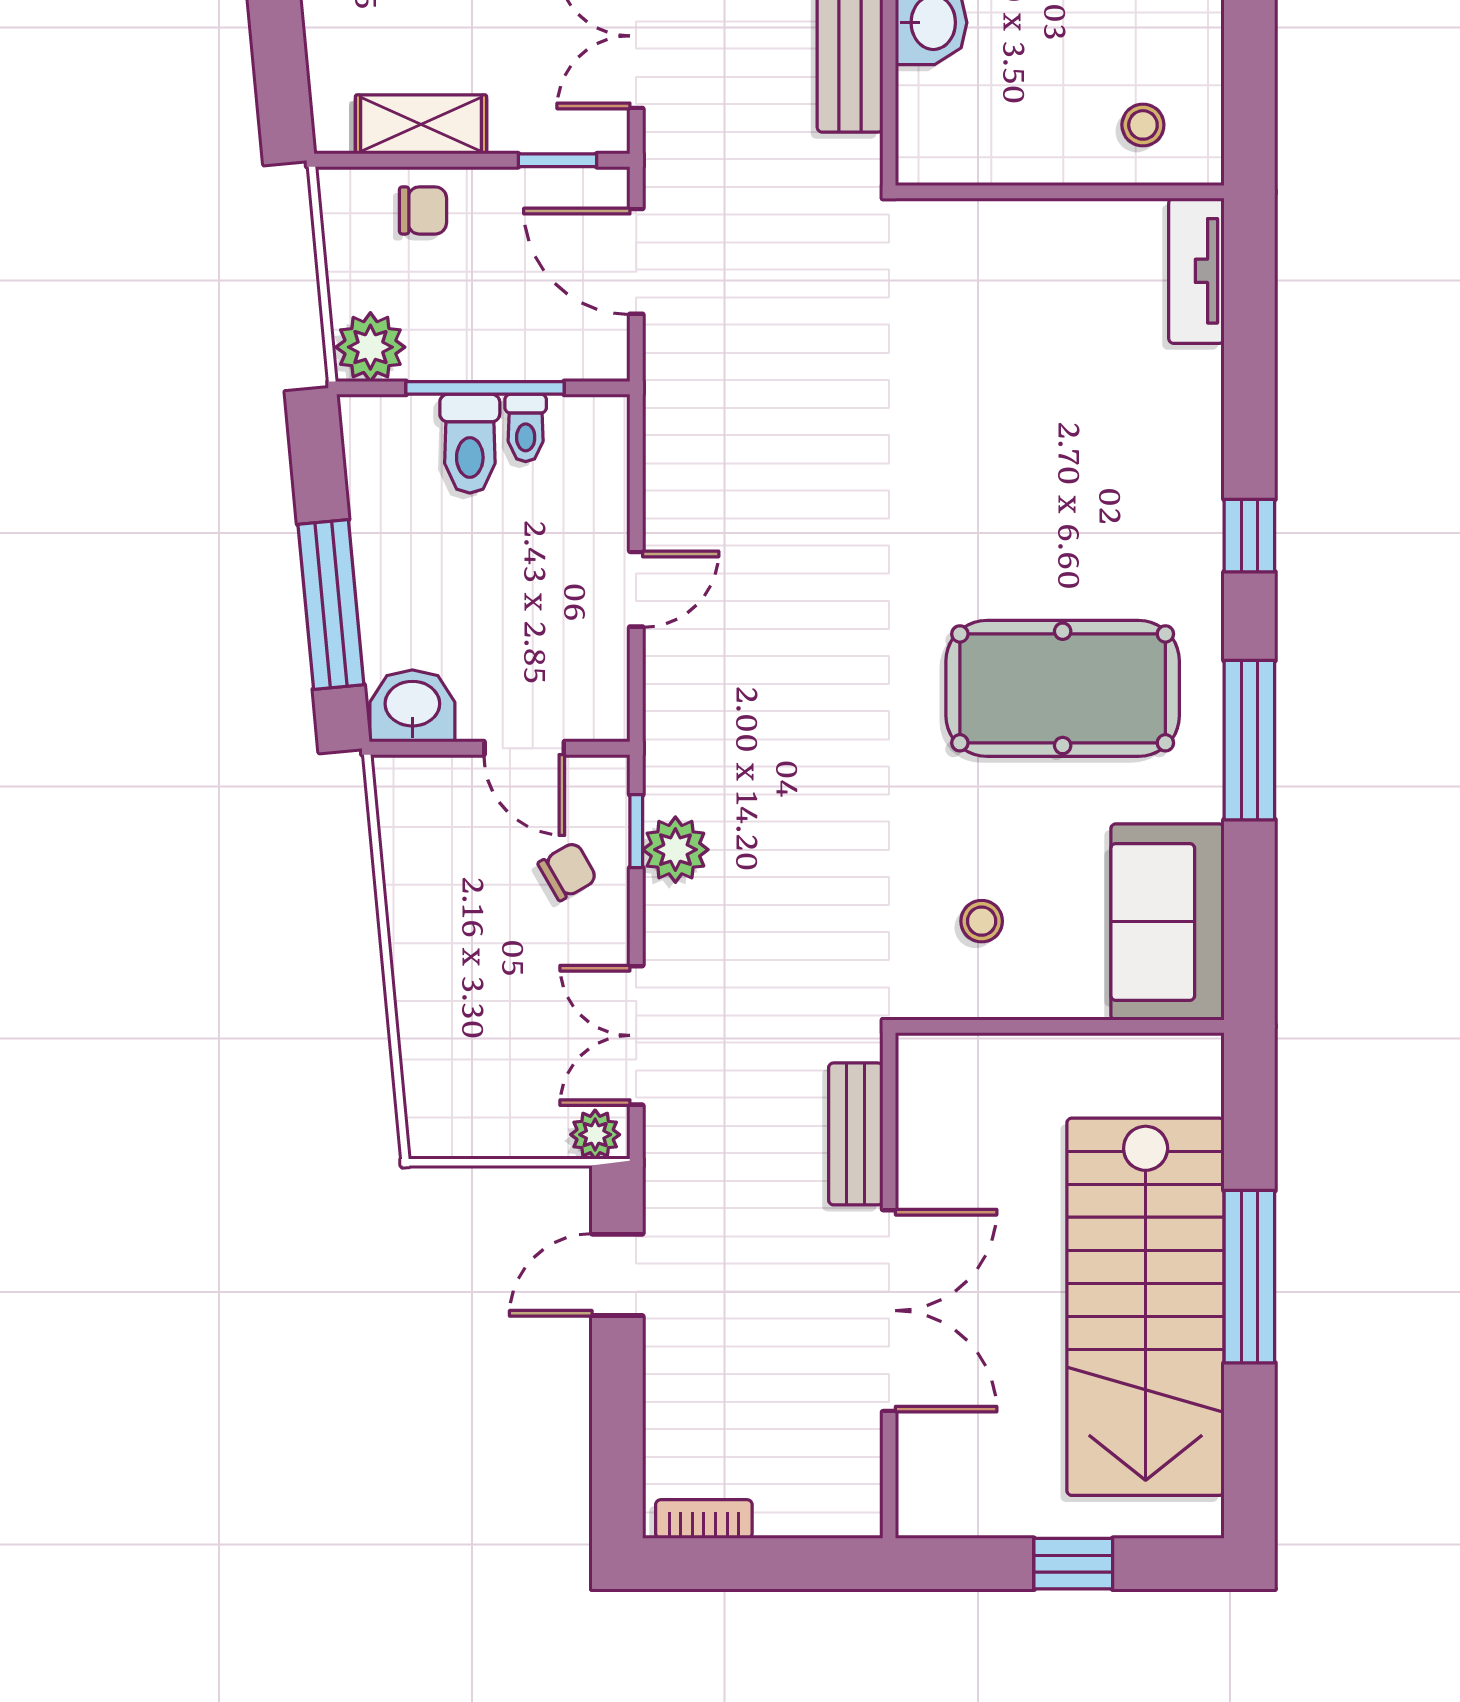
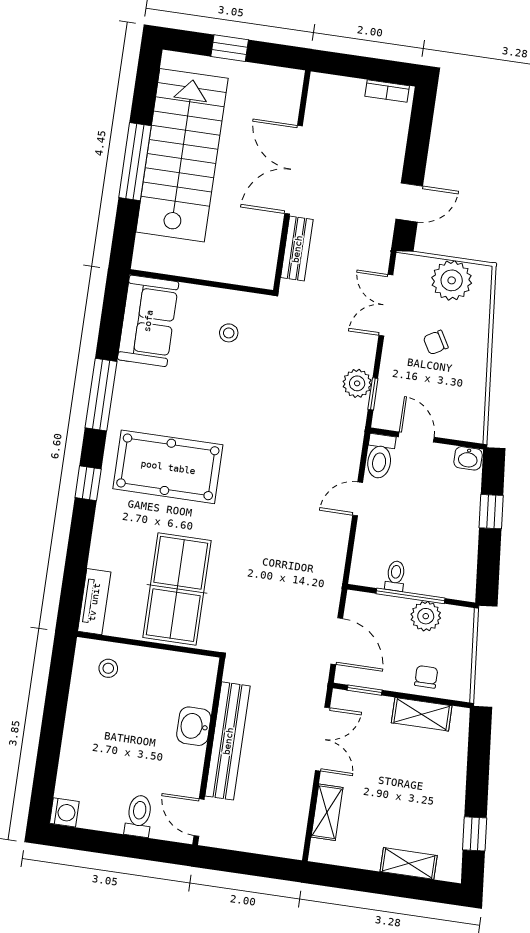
chair: (423, 210) -> (426, 677), turned 90
table tennis table: (1014, 327) -> (177, 589), added
plant: (370, 347) -> (426, 616), moved
toilet: (470, 444) -> (380, 456), moved, turned 180
window: (331, 604) -> (491, 512), width x0.46
pool table: (1063, 688) -> (168, 467), moved
washbasin: (412, 706) -> (468, 458), width x0.72, depth x0.69
chair: (568, 871) -> (436, 342), moved
double door: (636, 1035) -> (386, 305), swing flipped
plant: (595, 1135) -> (452, 280), moved, width x1.87, depth x1.87

